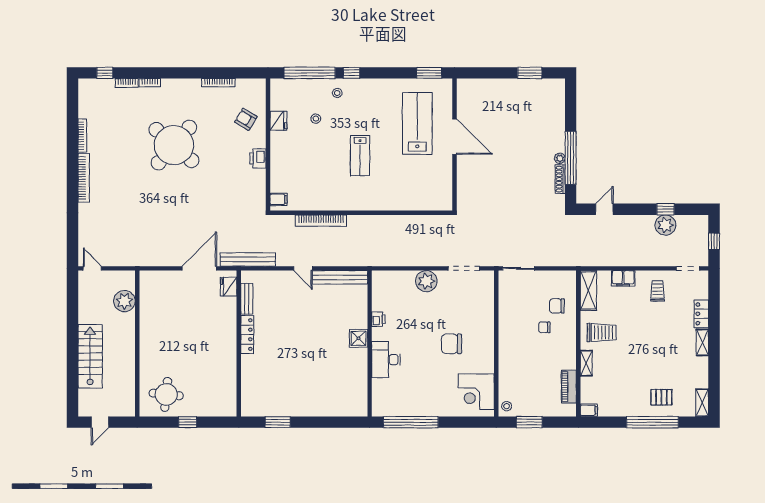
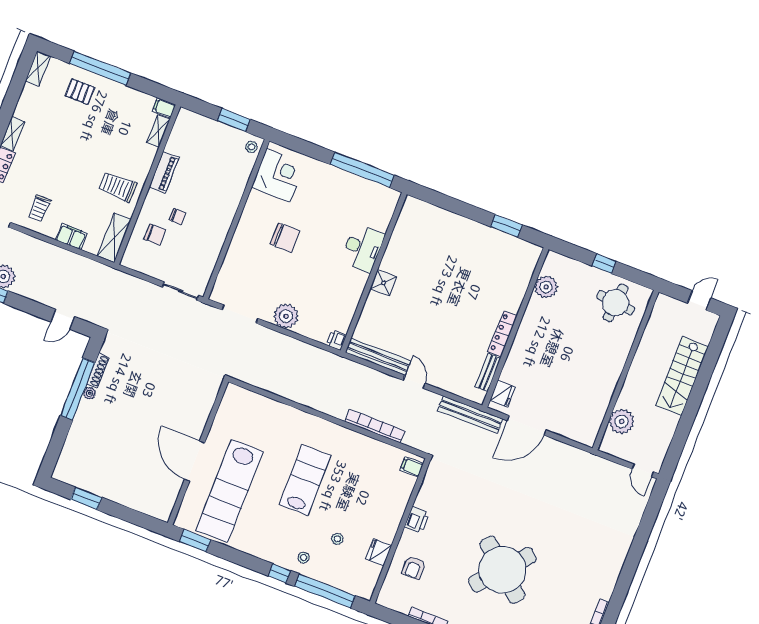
armchair: (246, 119) -> (414, 567), turned 59
lab bench: (417, 123) -> (229, 491), width x1.36
lab bench: (360, 156) -> (305, 480), width x1.36, depth x1.39
bookcase: (84, 178) -> (614, 572), removed
printer: (378, 319) -> (337, 340), moved
shelving: (586, 363) -> (158, 131), moved
plant: (227, 385) -> (546, 287), added
piano: (569, 387) -> (164, 172), moved

